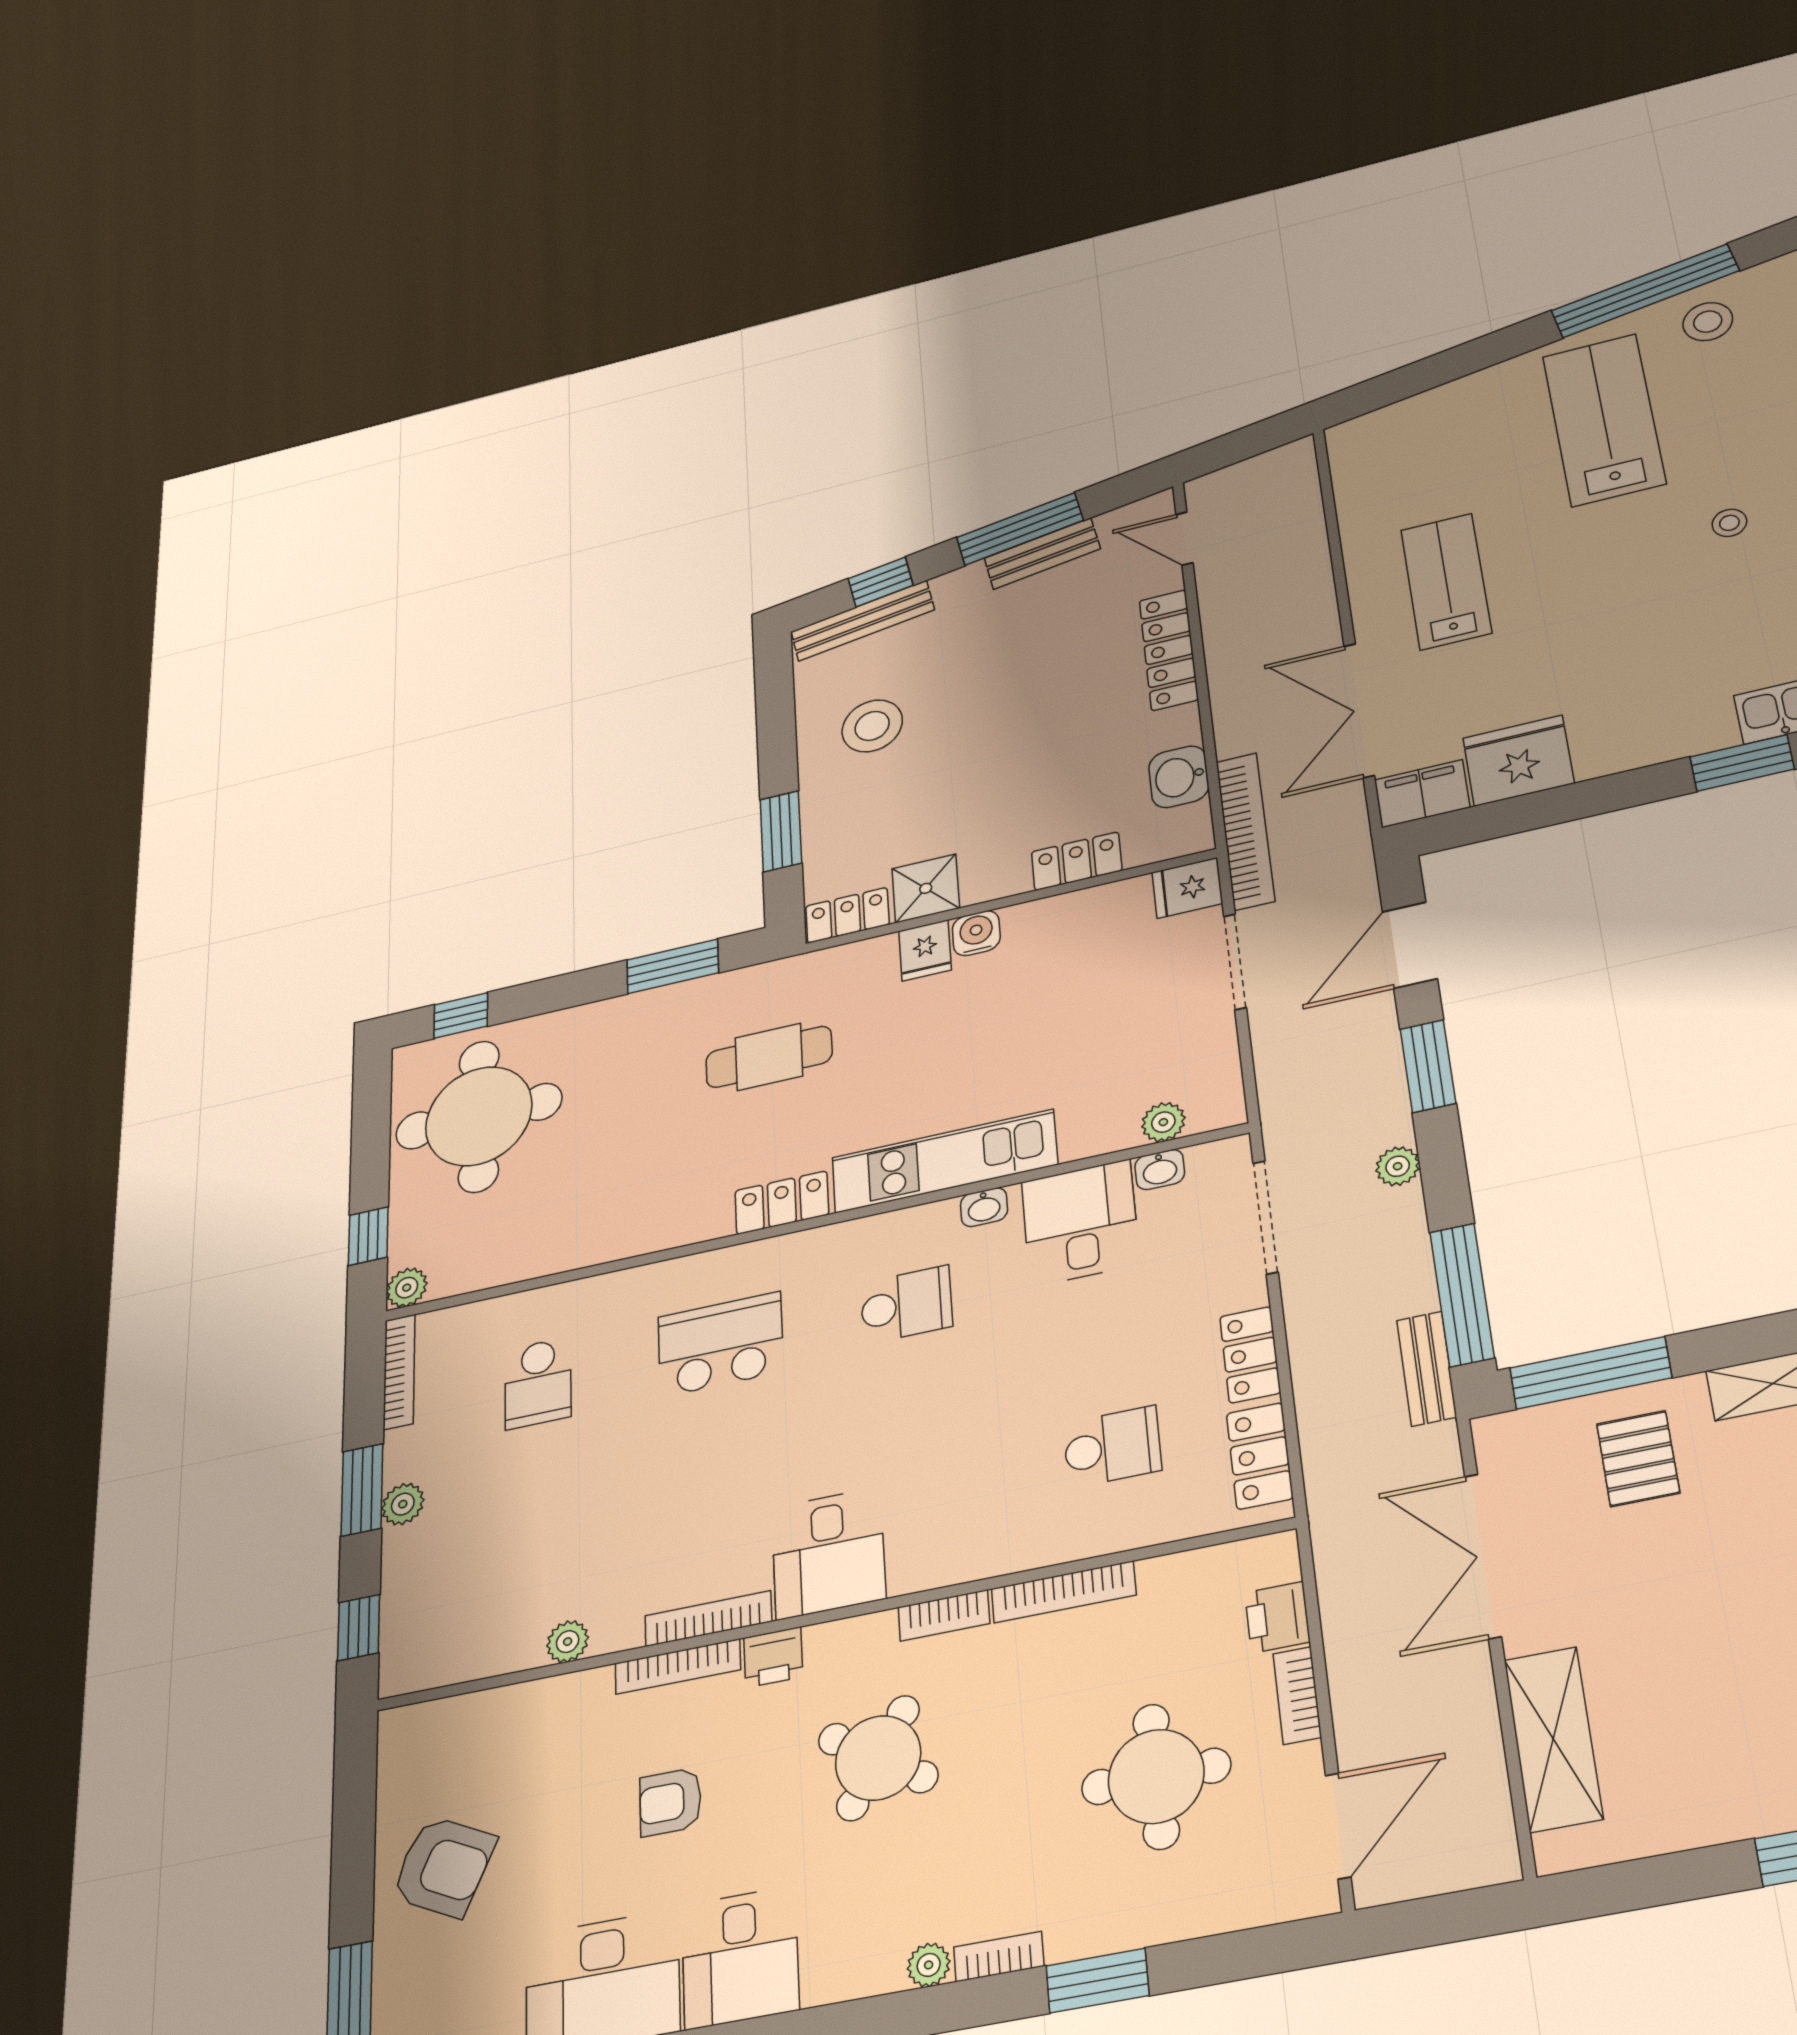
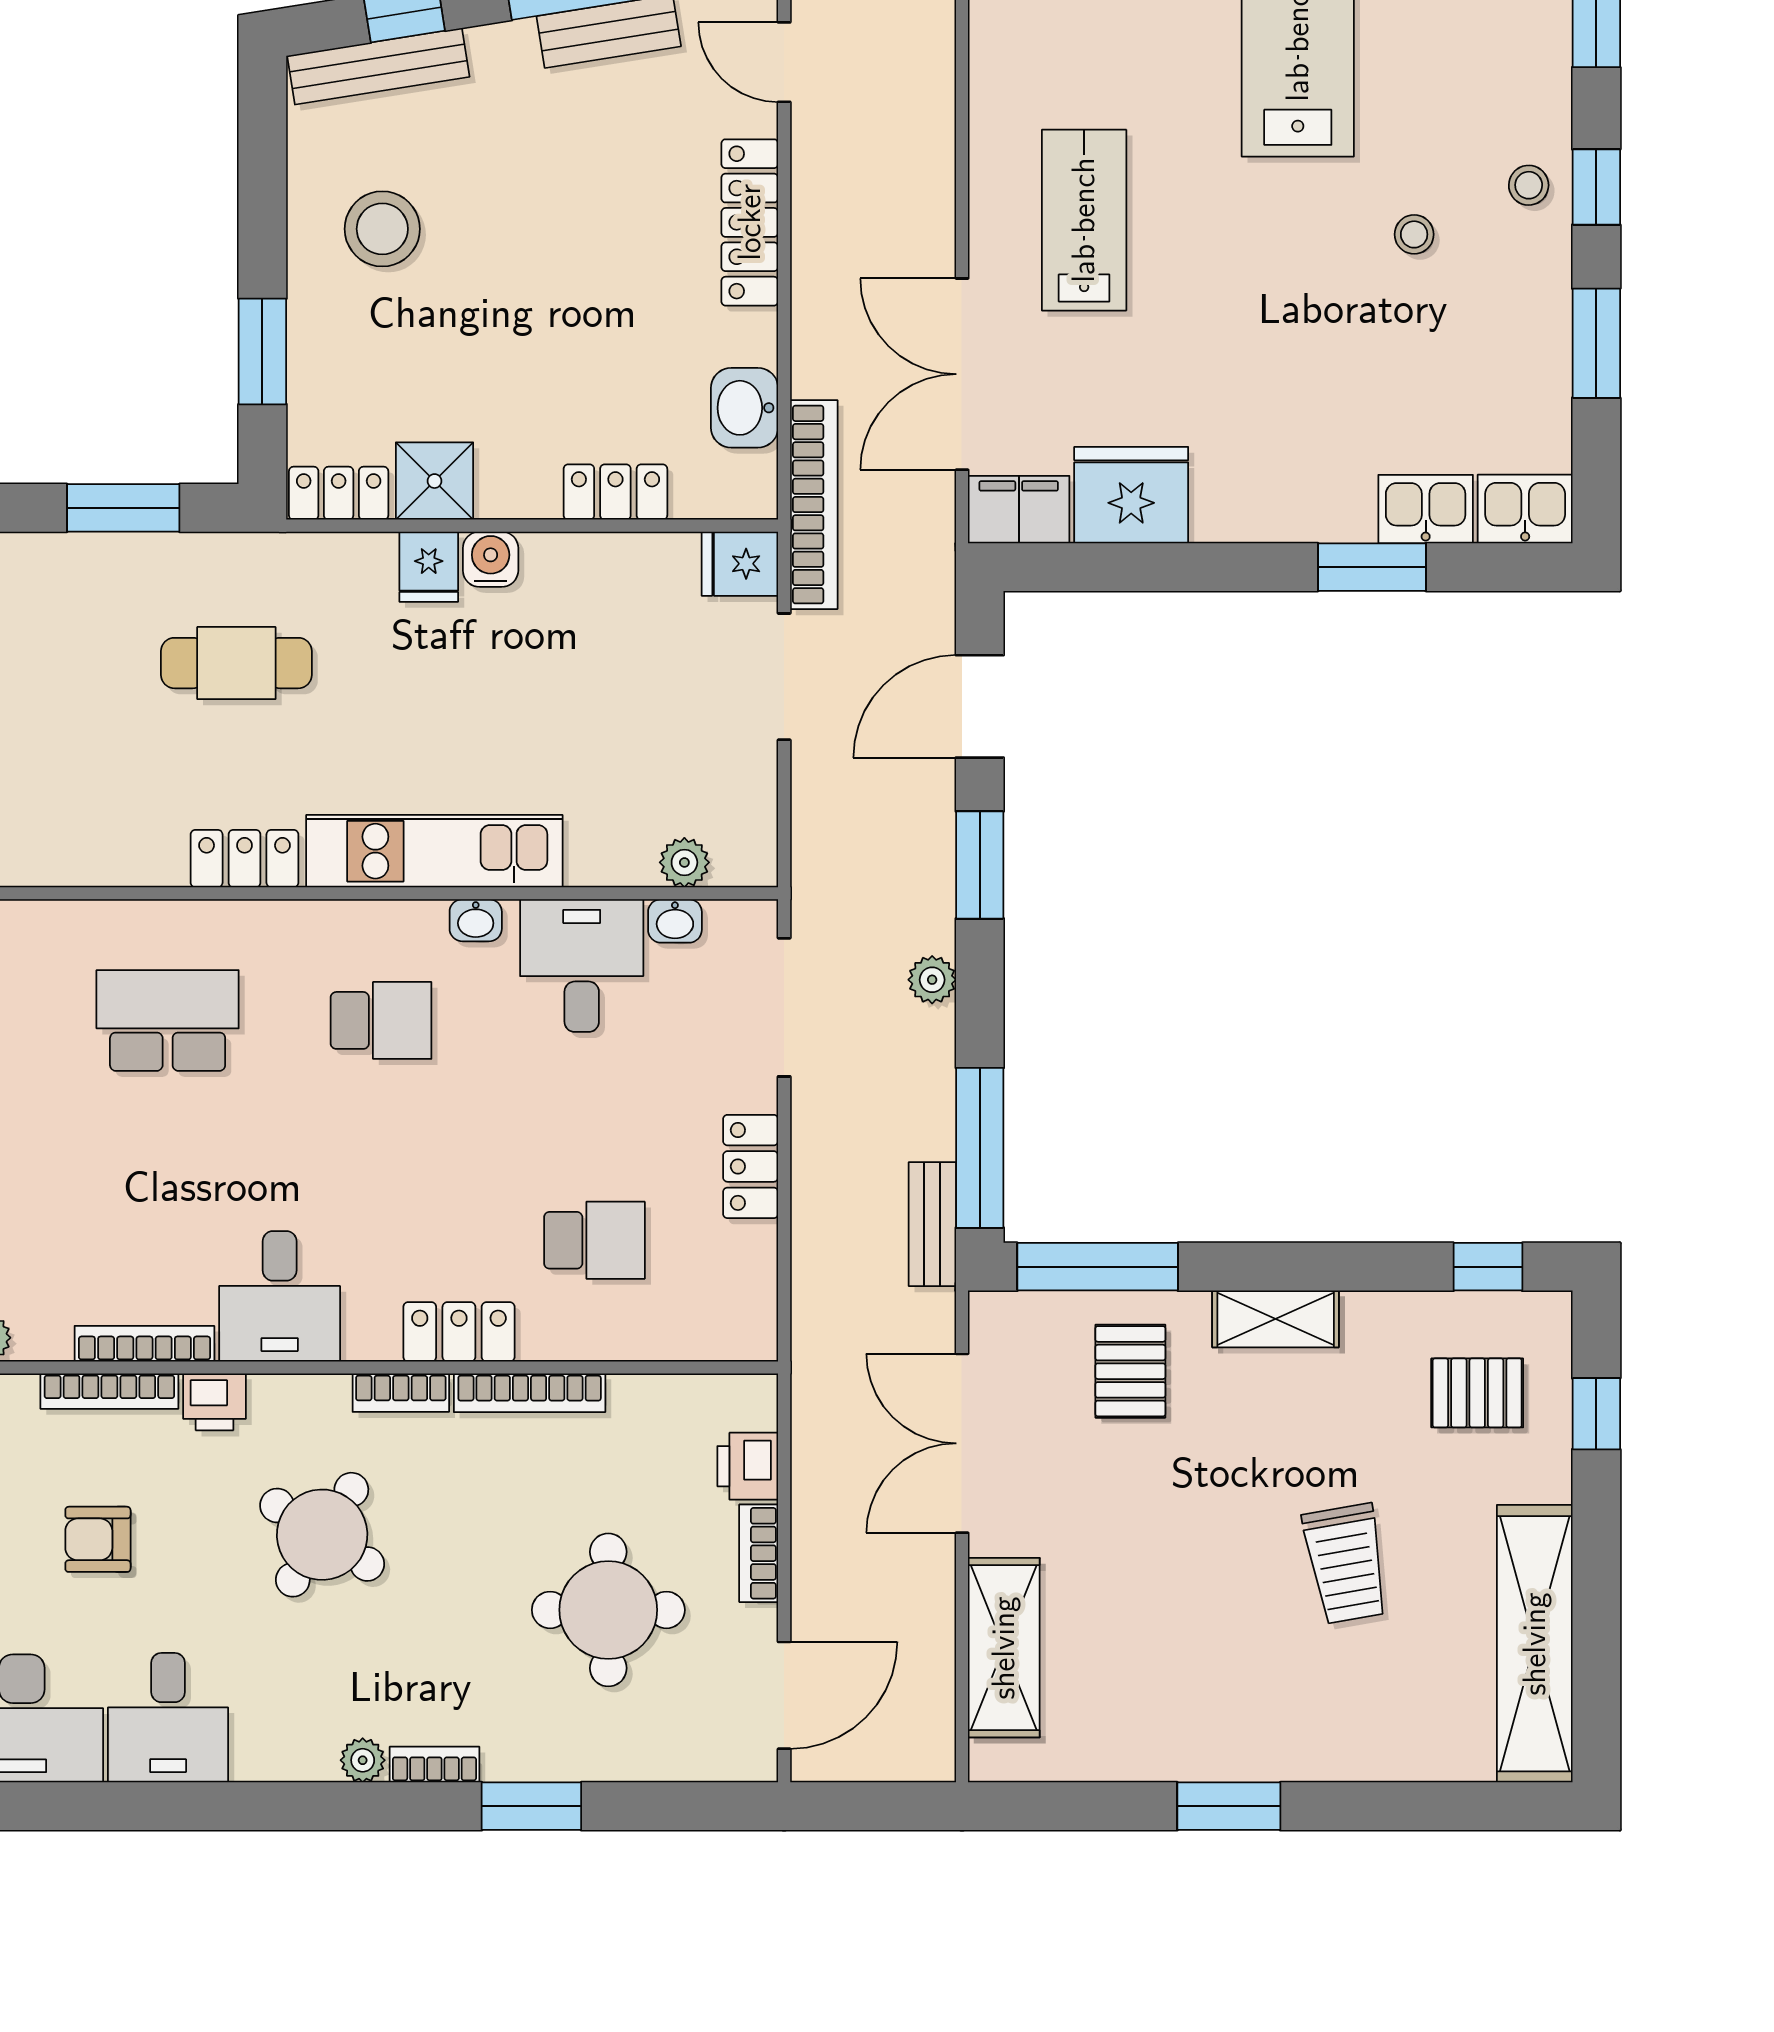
locker: (1260, 1456) -> (459, 1332), moved, turned 90

